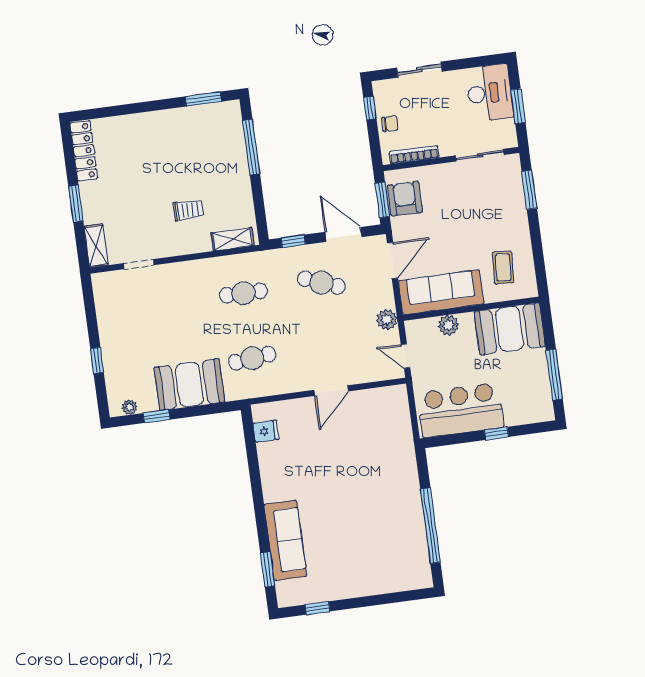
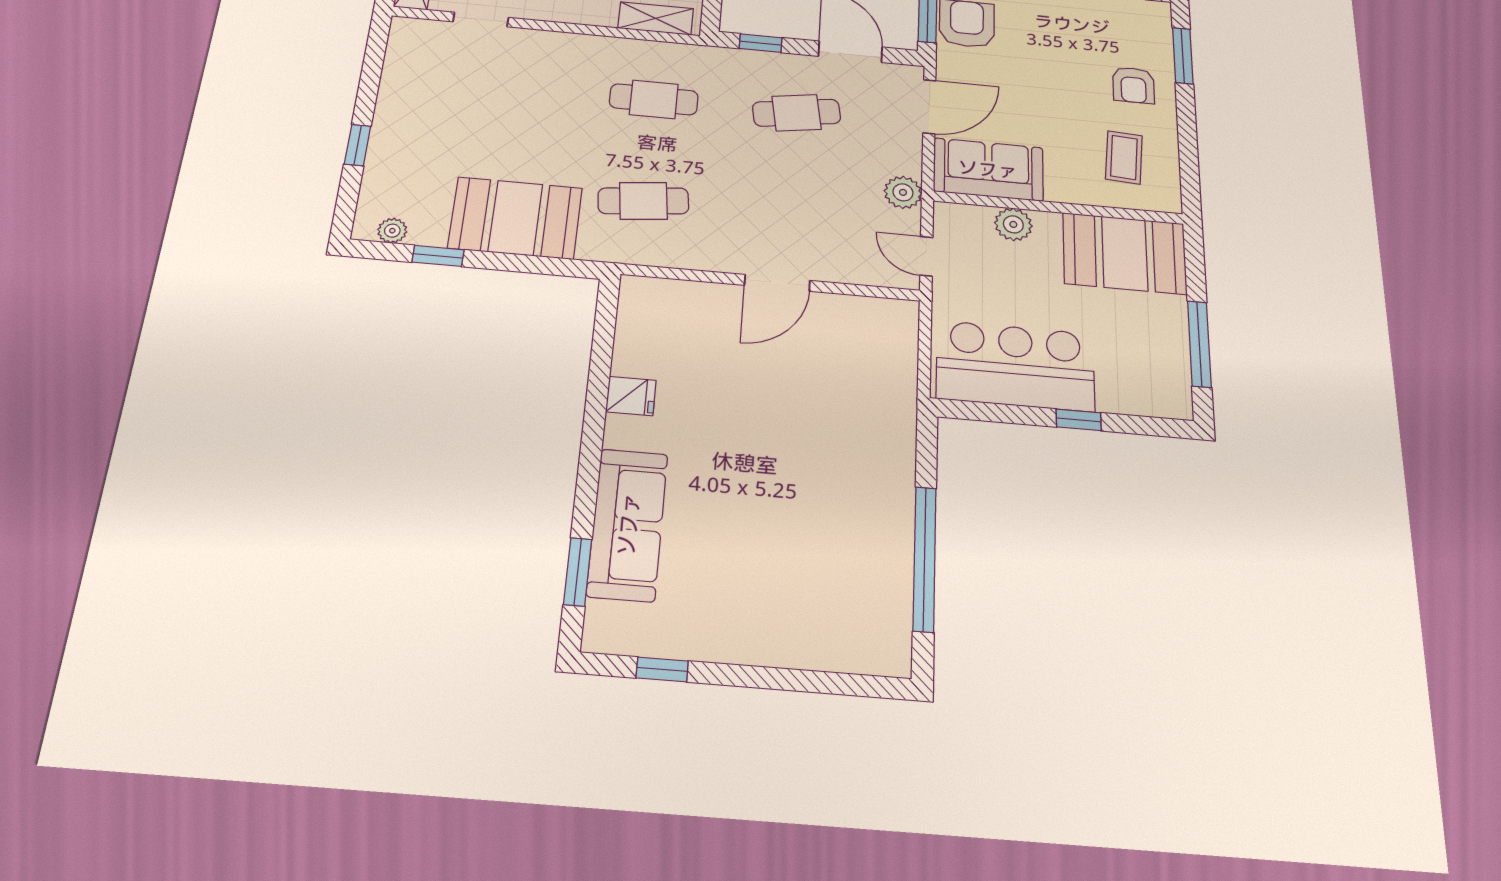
armchair: (503, 217) -> (1133, 85), added
cafe table: (321, 283) -> (797, 113), turned -30
sofa: (441, 292) -> (988, 169), width x0.73
fridge: (266, 431) -> (631, 396), moved

